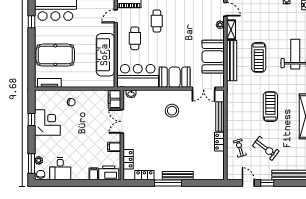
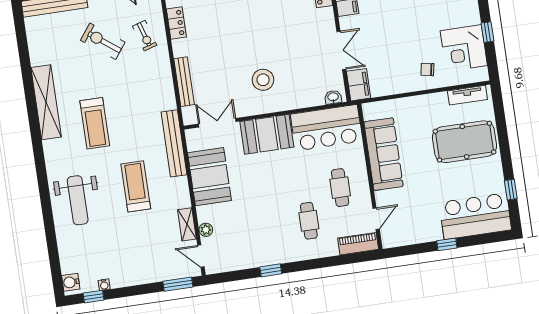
bench: (232, 61) -> (174, 143), moved
treadmill: (270, 107) -> (95, 123), moved
corner desk: (47, 123) -> (464, 48), moved
locker: (219, 142) -> (176, 23), moved

